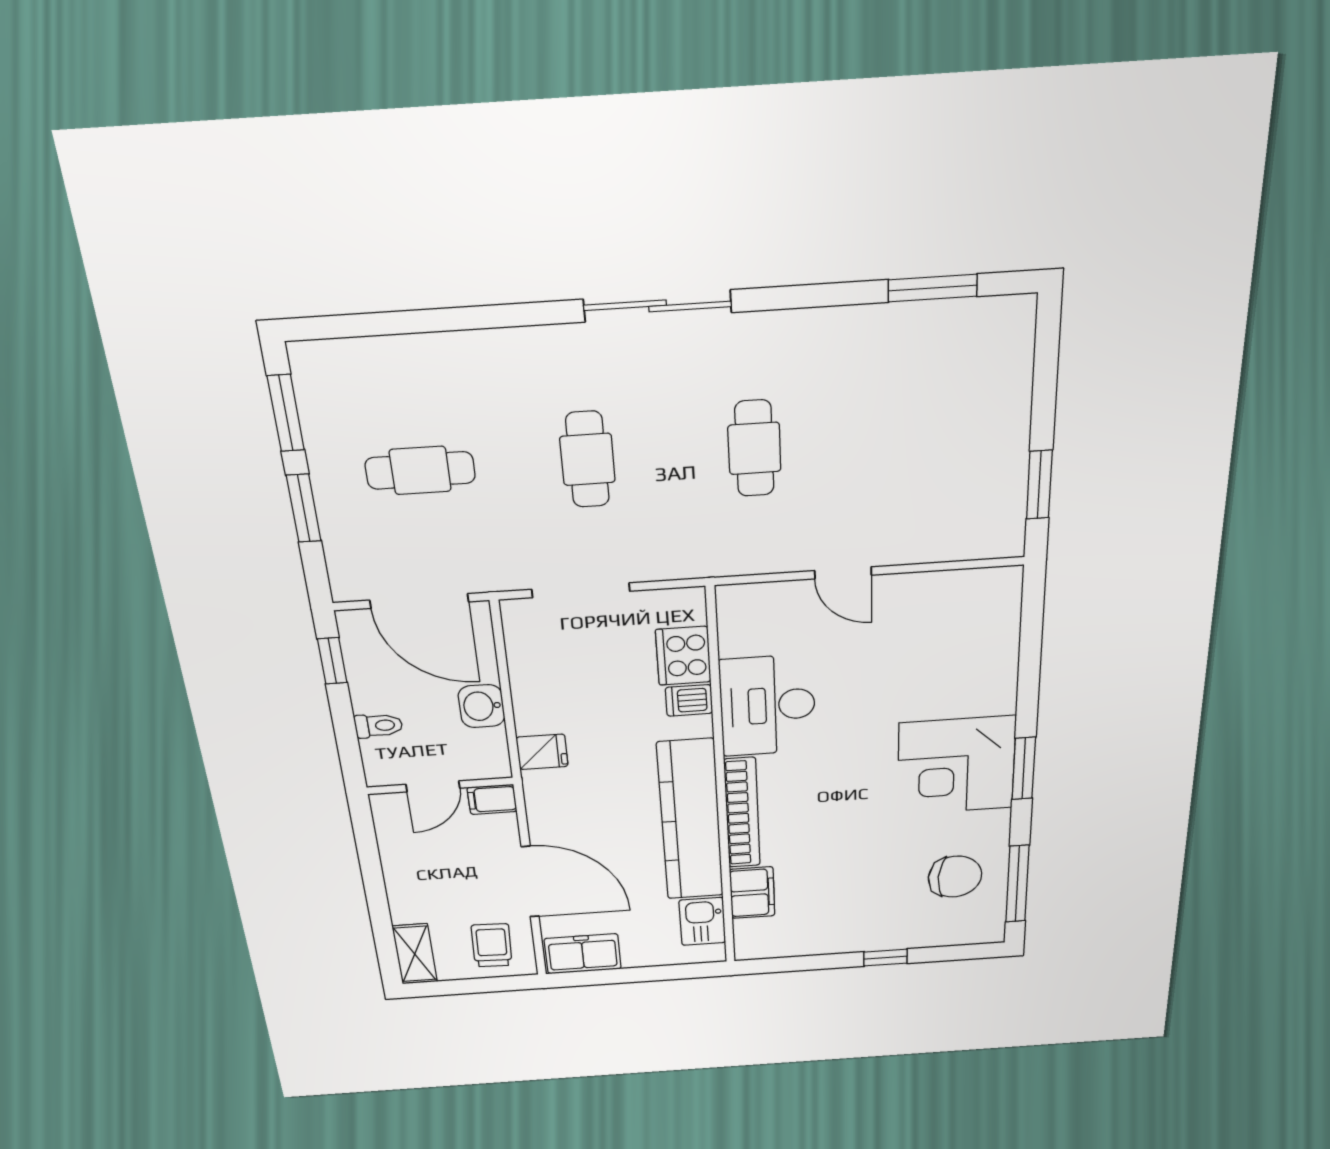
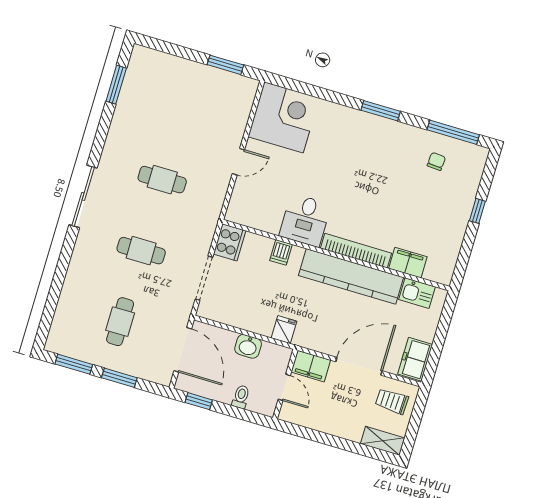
door: (419, 601) -> (183, 350), hinge flipped
cooker: (683, 656) -> (230, 242), moved, turned -90
desk: (768, 706) -> (305, 220), width x0.73
corner desk: (956, 766) -> (284, 117), moved, turned -90
filing cabinet: (492, 799) -> (311, 366), width x2.00
chair: (955, 877) -> (436, 161), width x0.54, depth x0.54

